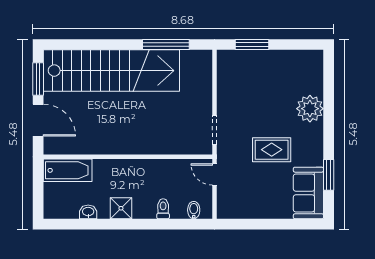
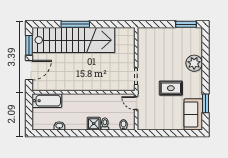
window: (166, 45) -> (75, 24), moved
window: (252, 45) -> (186, 24), moved
door: (38, 120) -> (29, 70), hinge flipped
shower: (121, 208) -> (94, 124), moved

